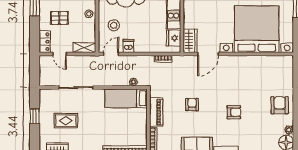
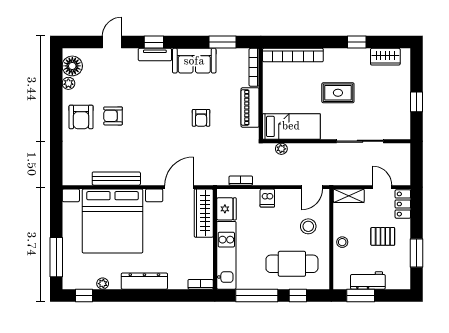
wardrobe: (190, 41) -> (204, 213), width x1.50
dishwasher: (128, 46) -> (267, 198), moved
bench: (254, 60) -> (116, 179), added
armchair: (234, 112) -> (113, 116), moved
rug: (66, 121) -> (338, 93), moved

